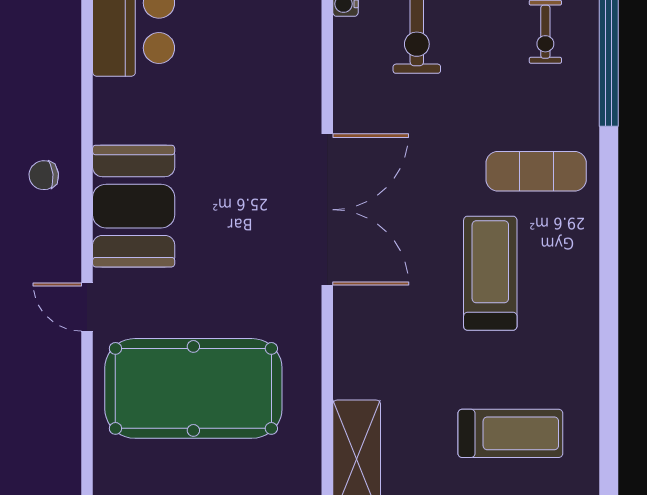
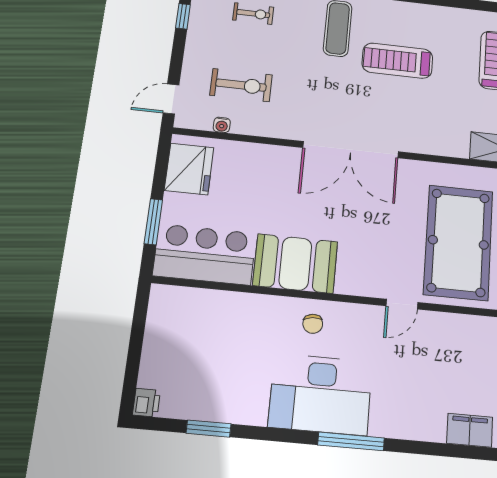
booth: (134, 206) -> (295, 264), moved
double door: (327, 210) -> (351, 150), swing flipped

